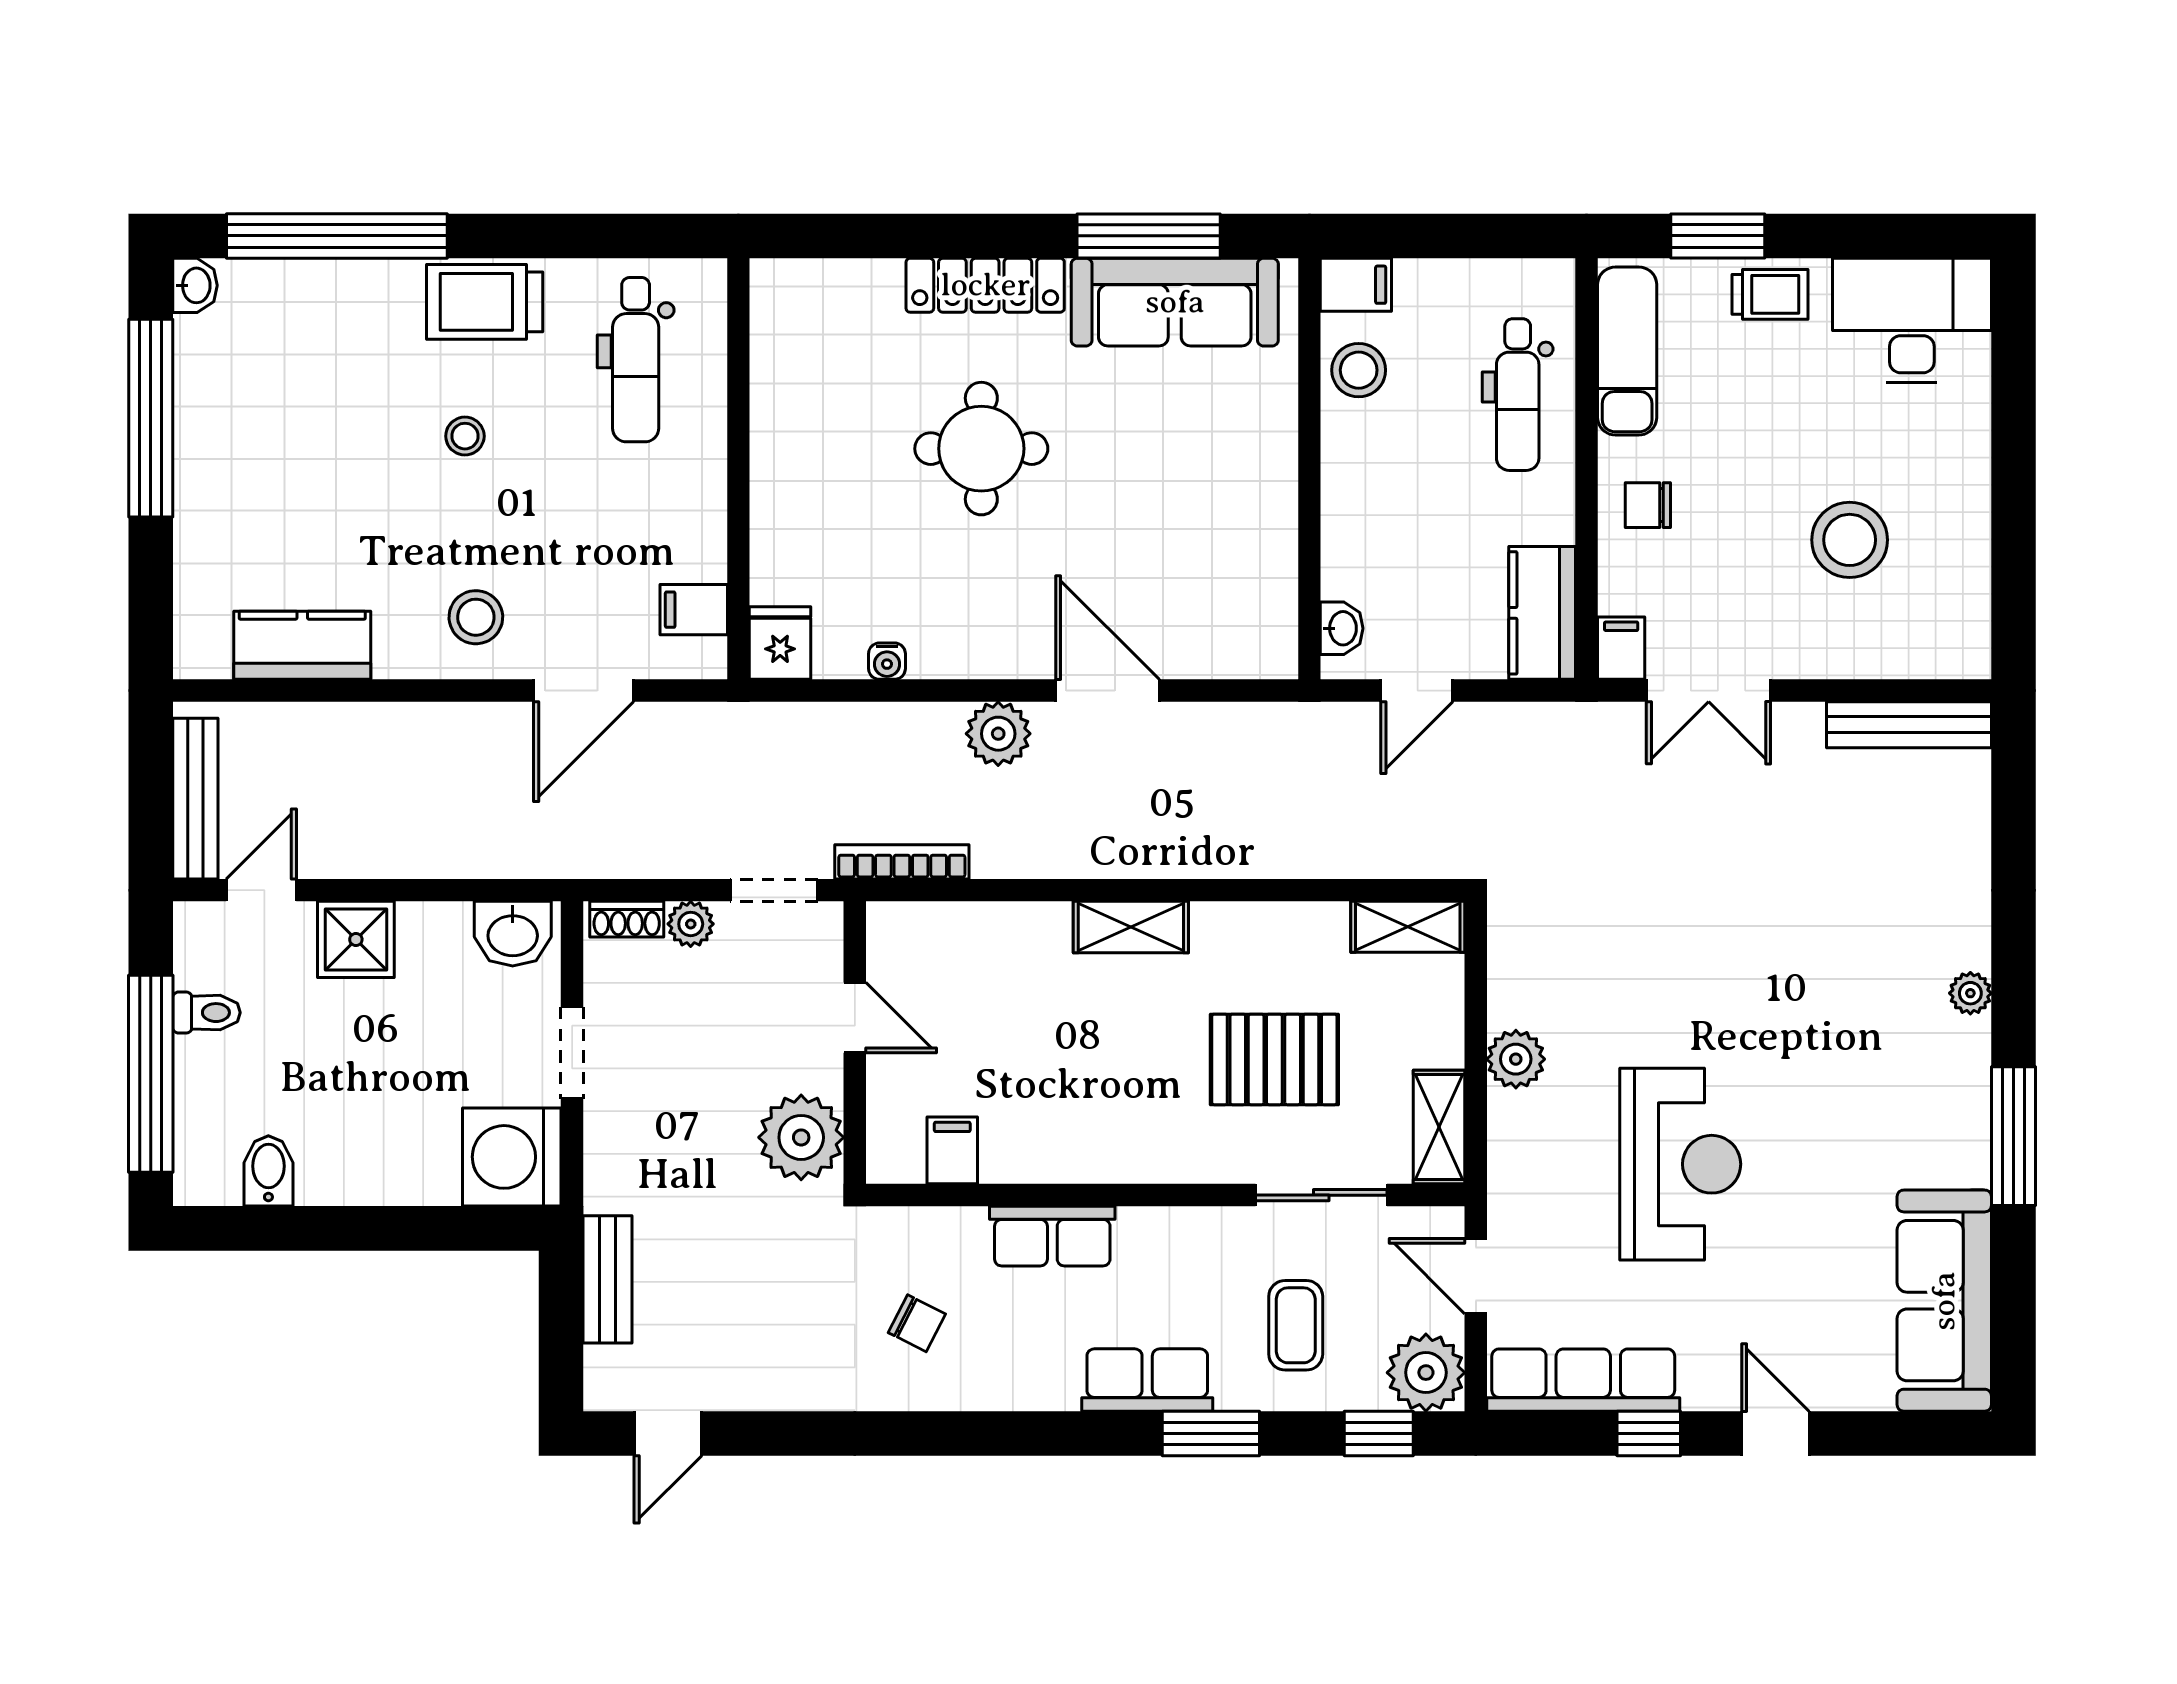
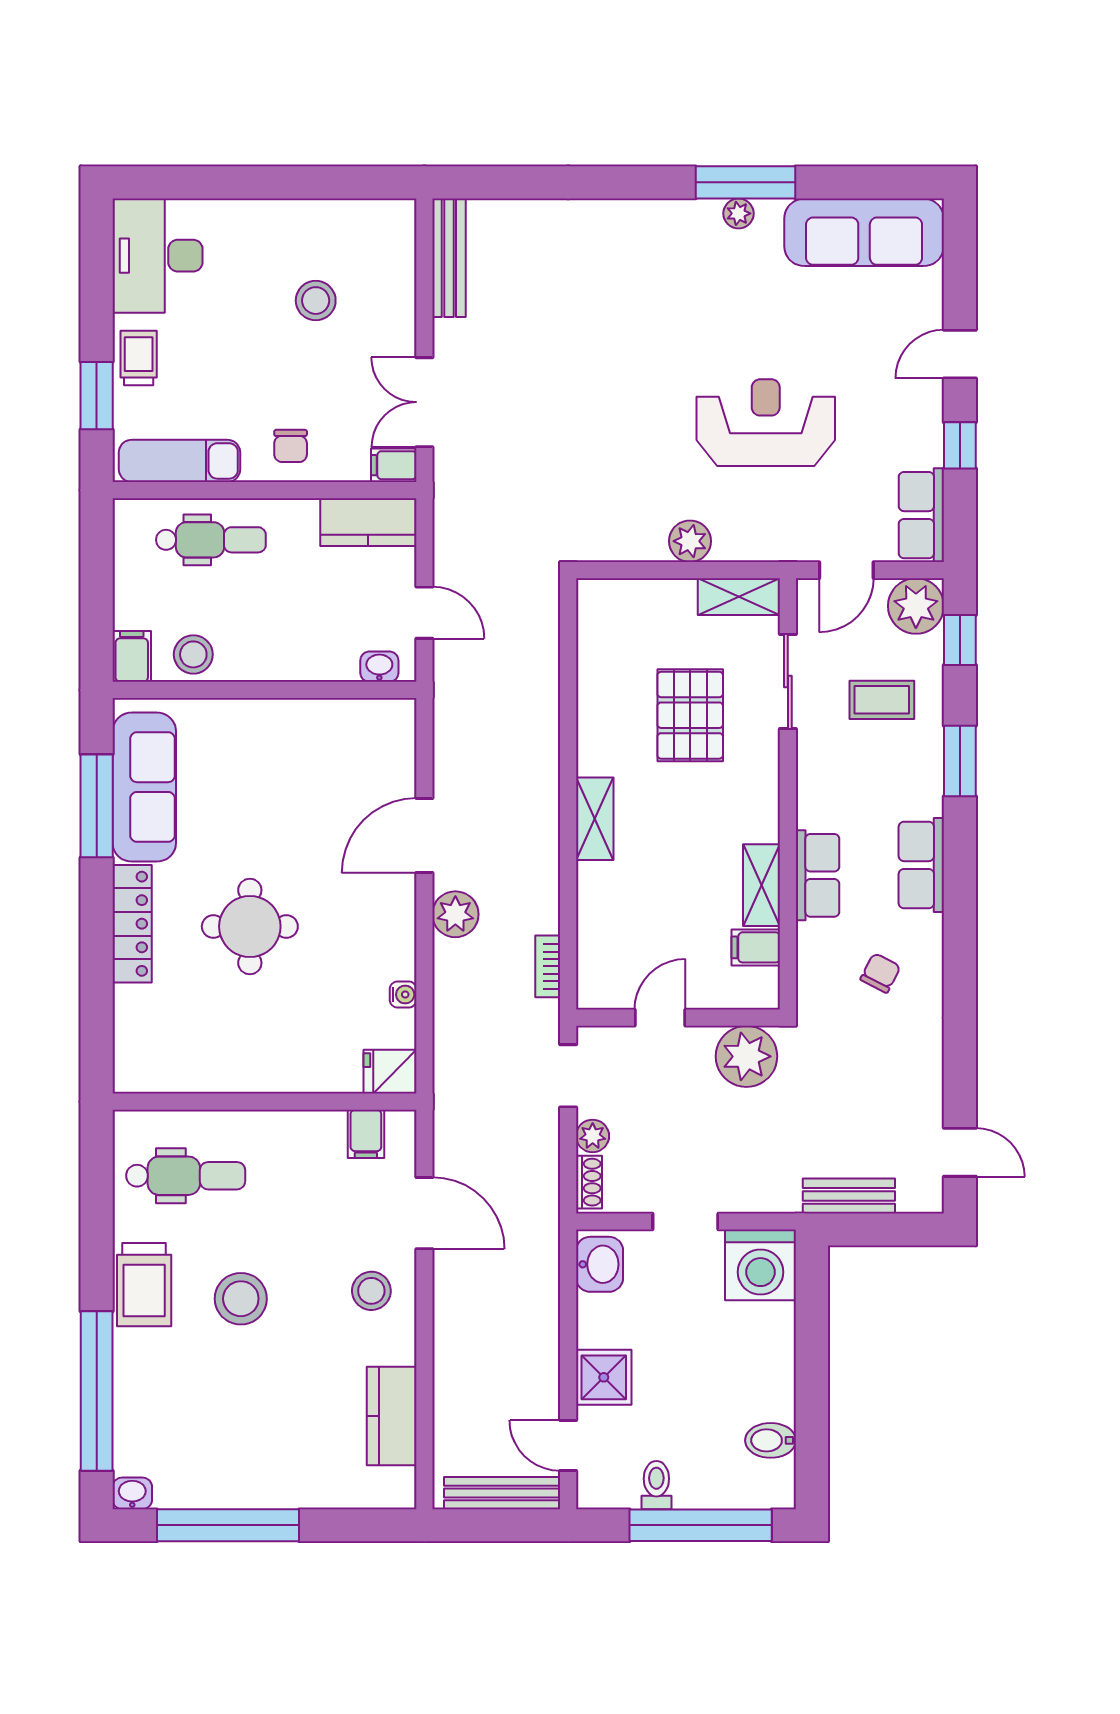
stool: (465, 436) -> (241, 1299), width x1.89, depth x1.89
stool: (1850, 540) -> (316, 301), width x0.73, depth x0.73
double door: (1709, 691) -> (424, 402), swing flipped
bookcase: (902, 862) -> (548, 966), width x0.64
shelving: (1408, 927) -> (762, 885), moved
plant: (1970, 993) -> (738, 213), moved
row of seats: (1147, 1380) -> (921, 865), moved
row of seats: (1583, 1380) -> (921, 515), width x0.68

